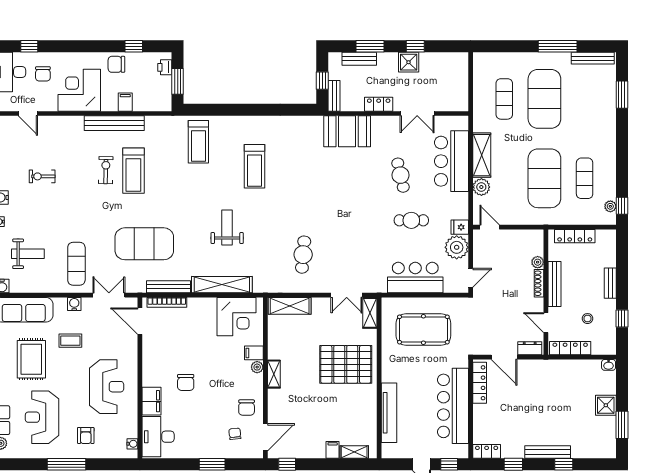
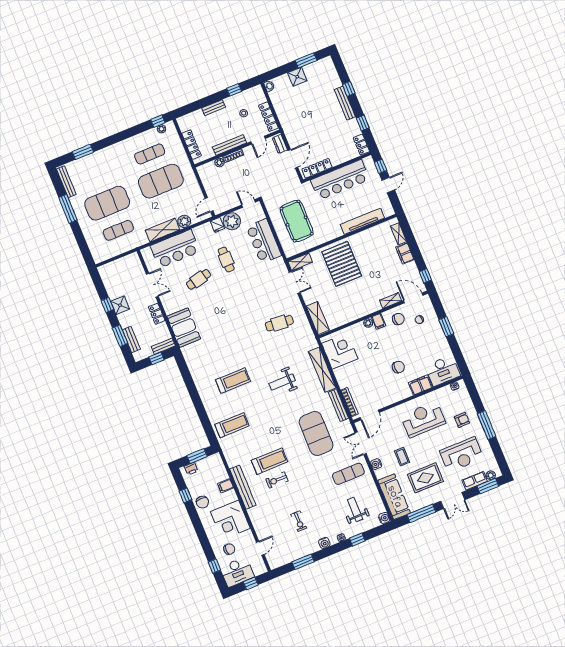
filing cabinet: (254, 353) -> (379, 321), moved
shelving: (274, 374) -> (391, 301), moved
filing cabinet: (333, 450) -> (405, 253), width x2.00

